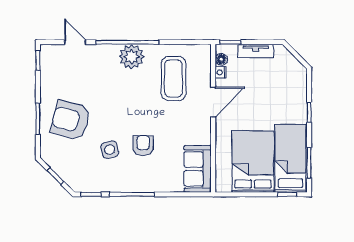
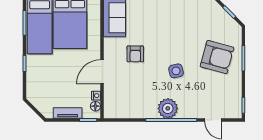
coffee table: (174, 78) -> (134, 91), removed
armchair: (143, 146) -> (135, 54), moved
side table: (110, 150) -> (176, 71), moved

